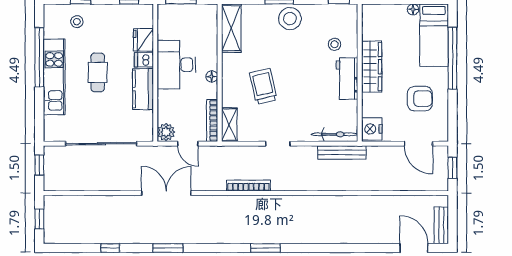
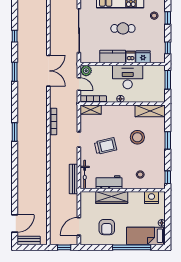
stool: (290, 19) -> (137, 137), moved
wardrobe: (372, 67) -> (112, 197), moved
workbench: (347, 79) -> (109, 182), moved
trolley: (263, 86) -> (106, 146), moved
nightstand: (372, 129) -> (152, 197), moved
door: (188, 144) -> (79, 84), swing flipped

